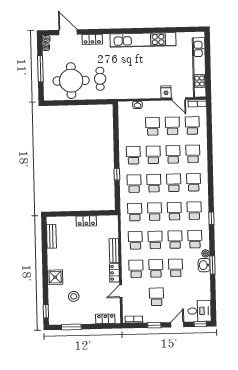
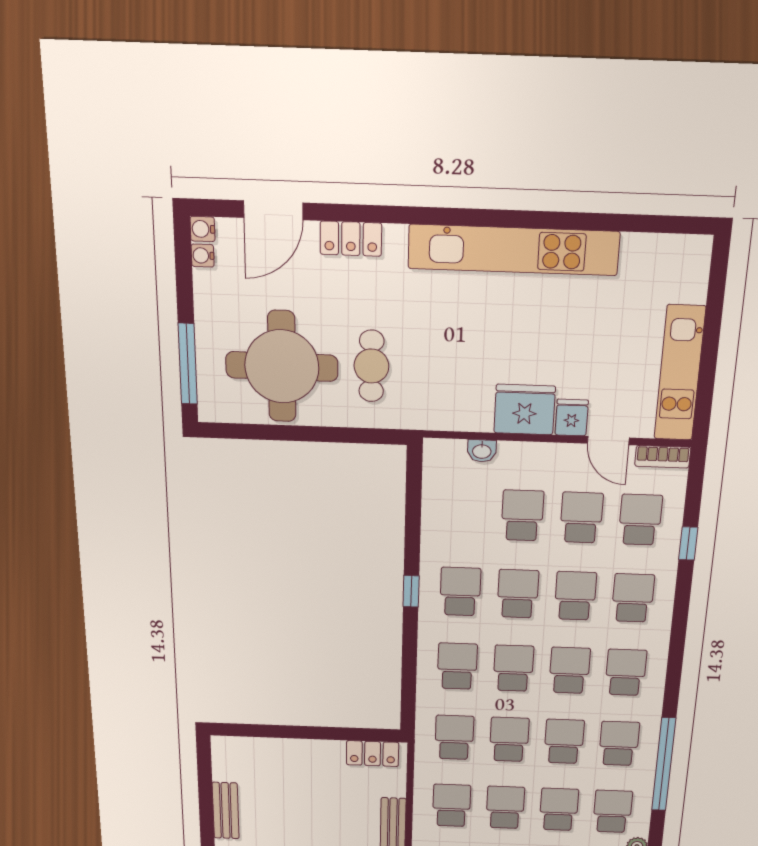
door: (68, 32) -> (273, 210), swing flipped
kitchen unit: (199, 67) -> (680, 373), width x0.73
window: (40, 69) -> (188, 364), moved
fridge: (150, 90) -> (525, 410), added
window: (209, 133) -> (688, 543), added
window: (117, 174) -> (411, 591), moved
window: (211, 218) -> (664, 764), width x3.17
locker: (86, 221) -> (373, 754), moved
bench: (51, 236) -> (226, 811), moved

